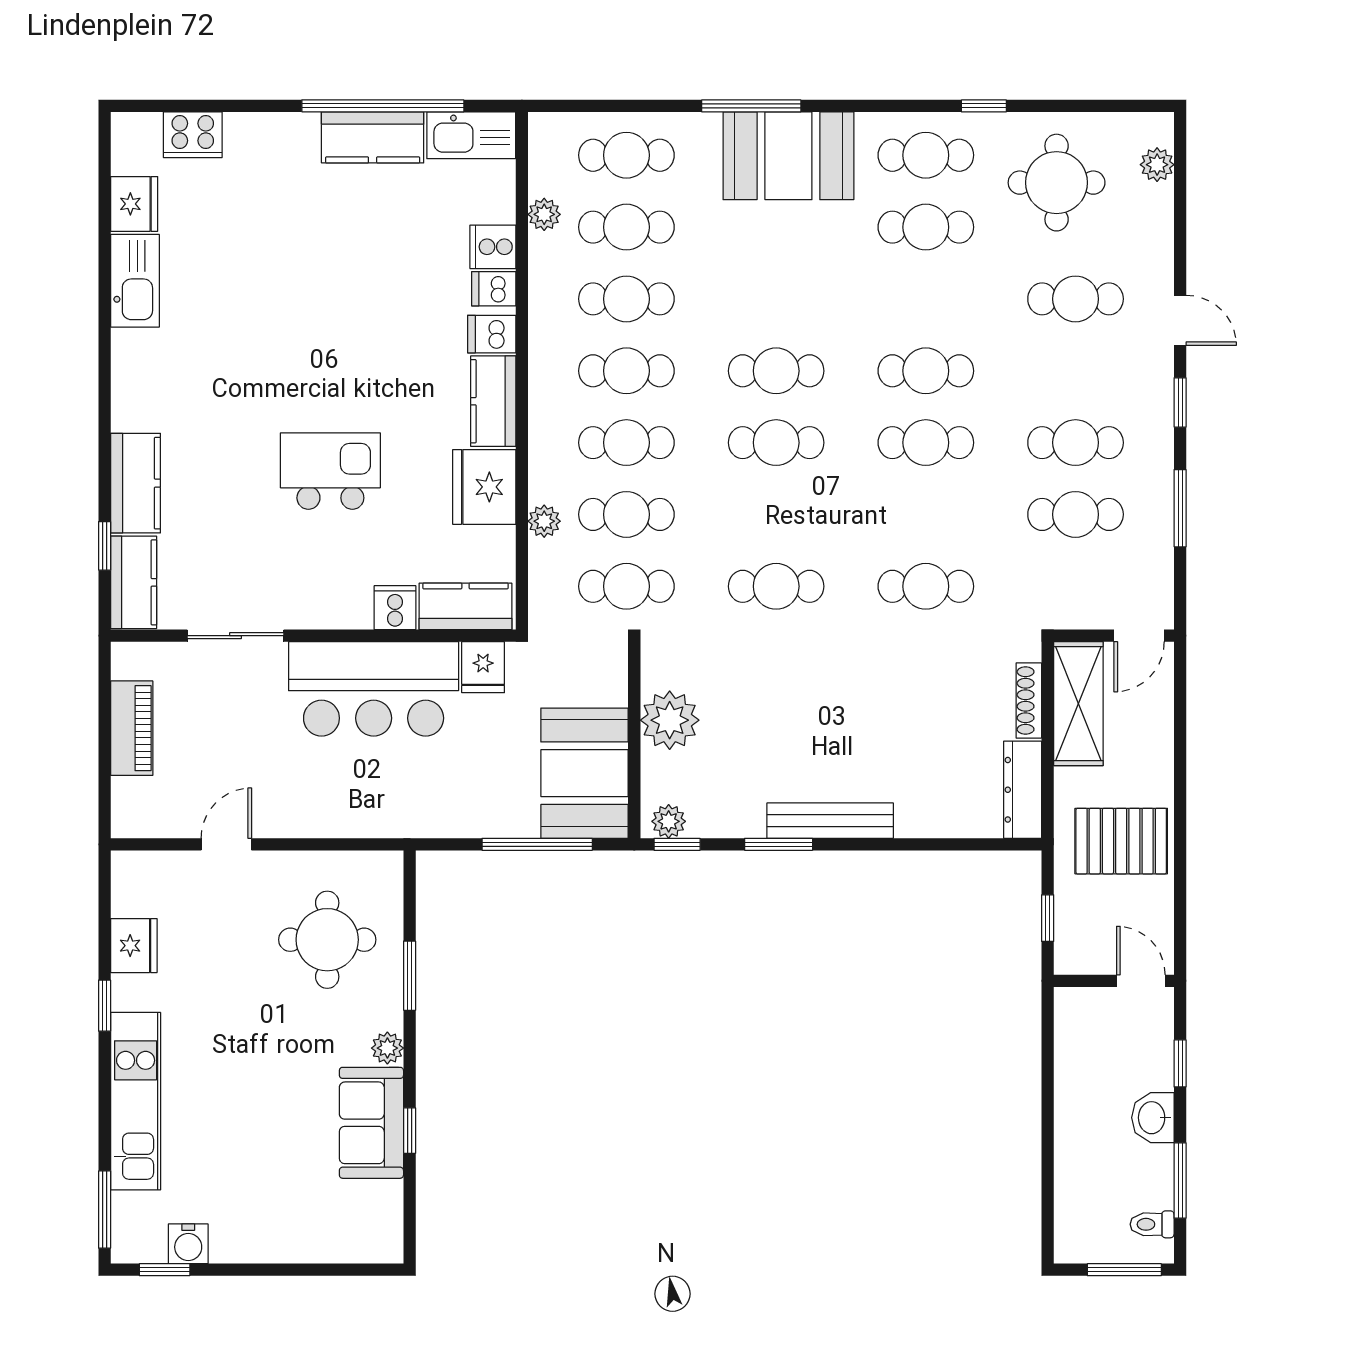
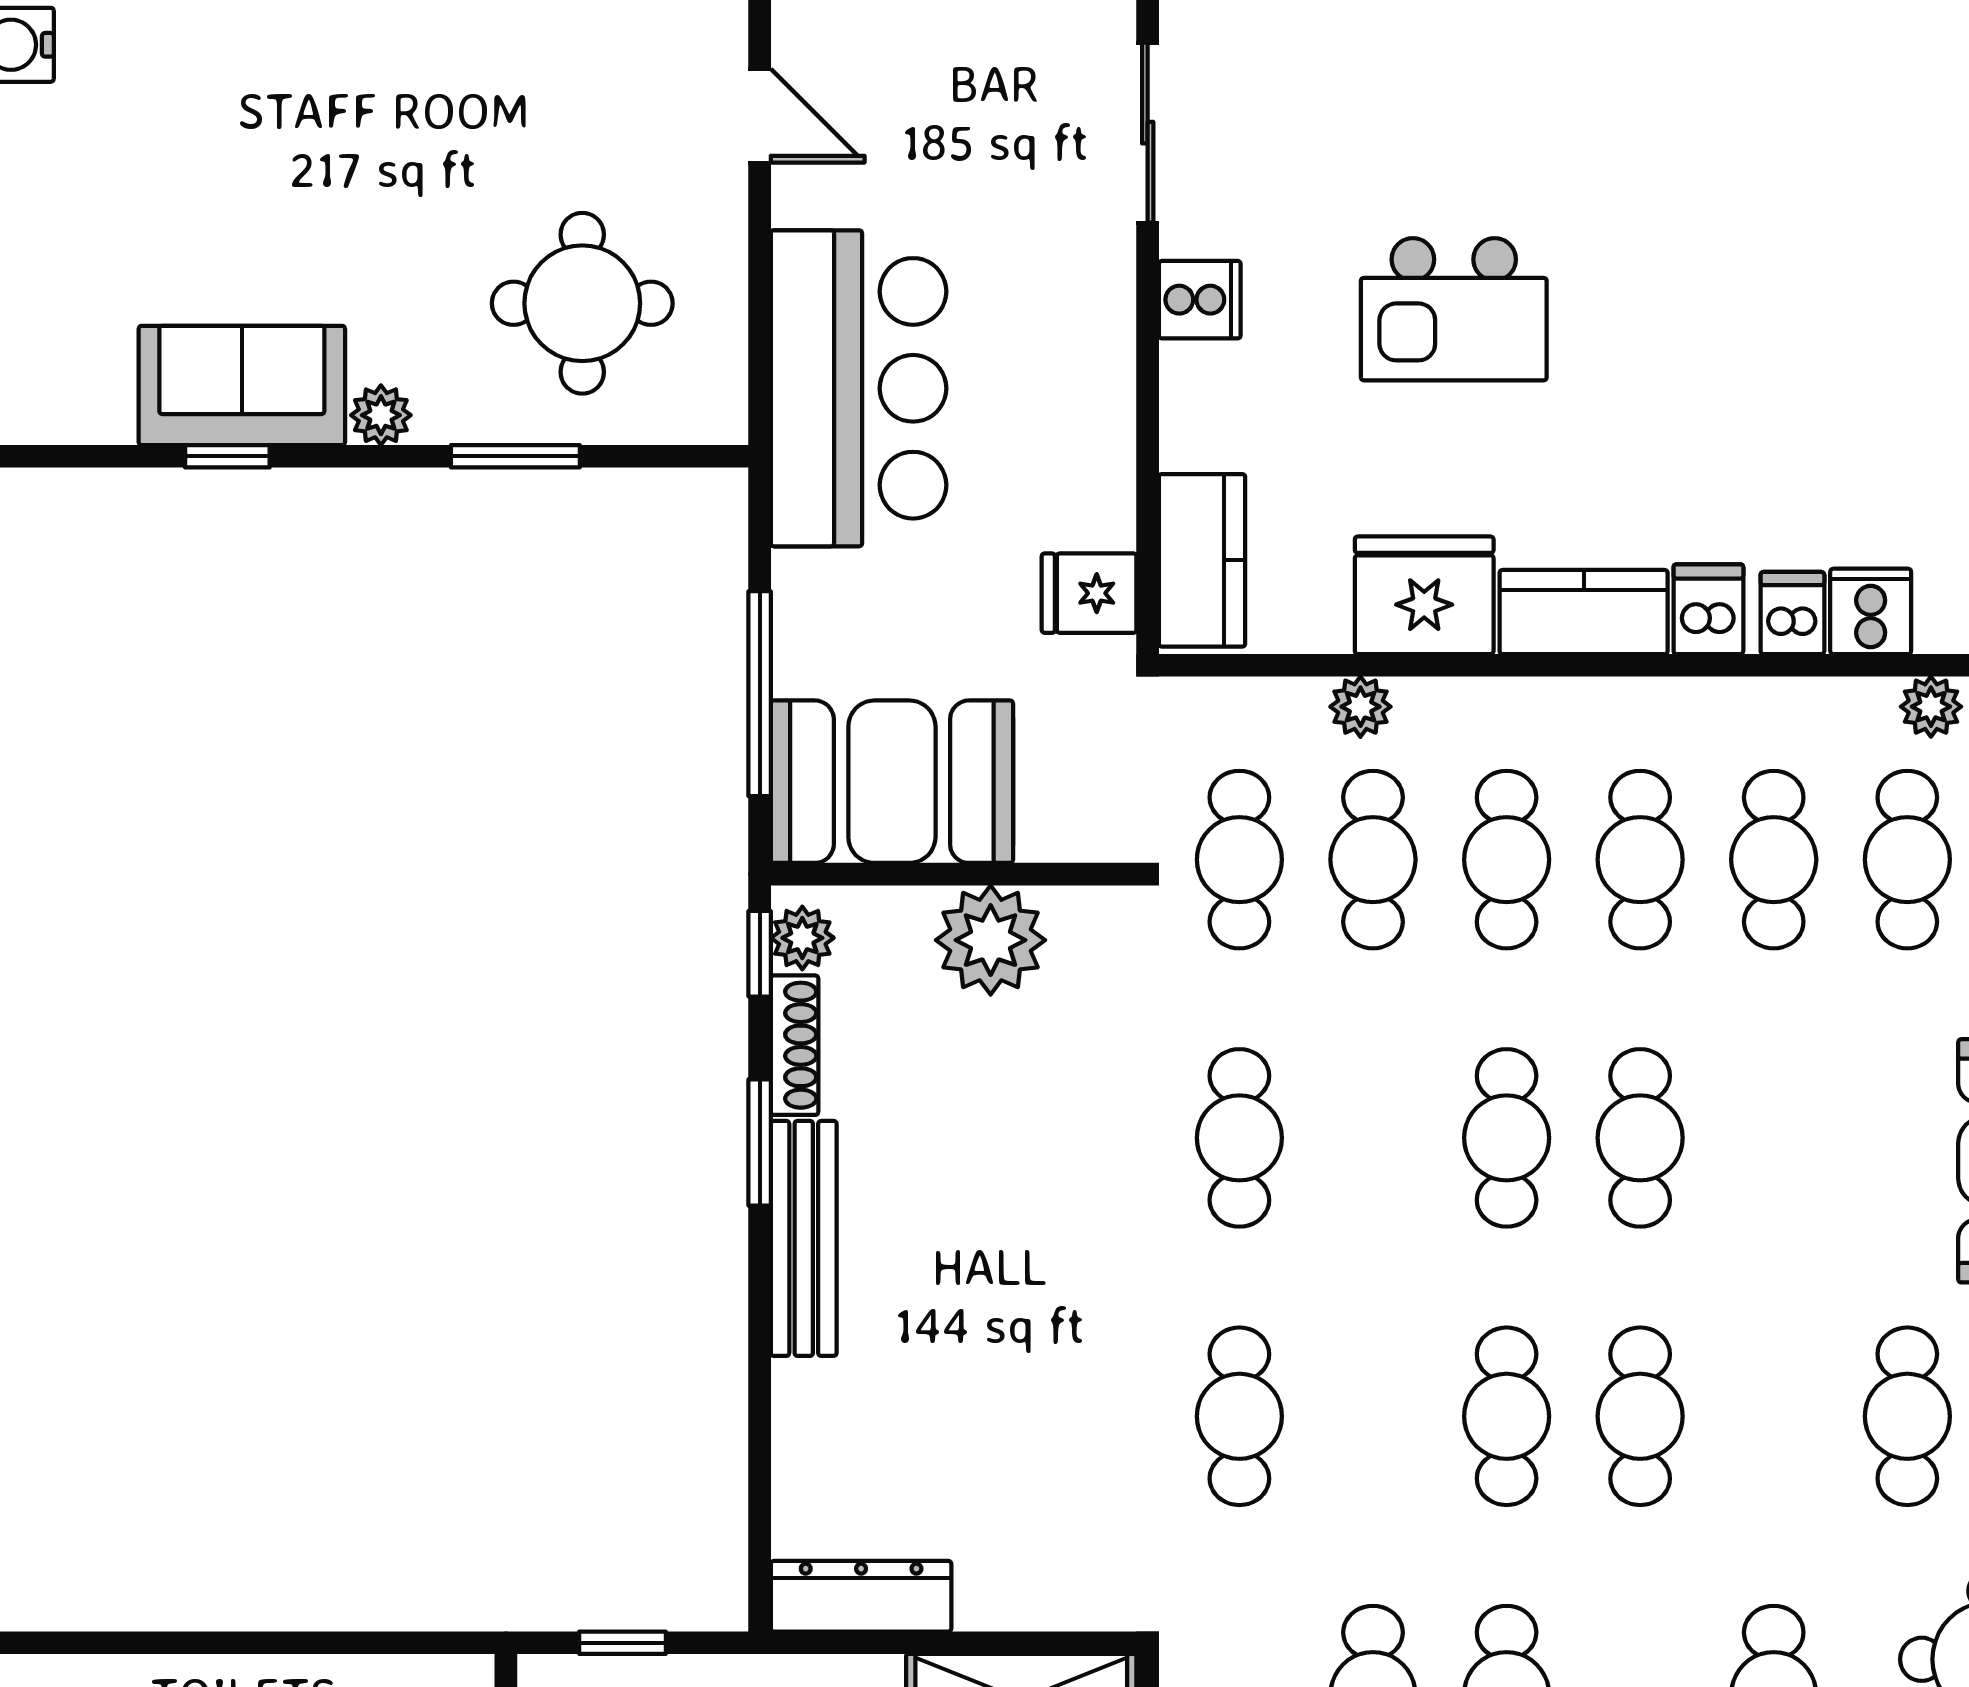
kitchen island: (330, 471) -> (1454, 309), turned 90
cooker: (395, 608) -> (1200, 300), moved
bar counter: (374, 689) -> (859, 388), moved, turned 180
shoe rack: (1029, 701) -> (795, 1045), moved, turned 90

